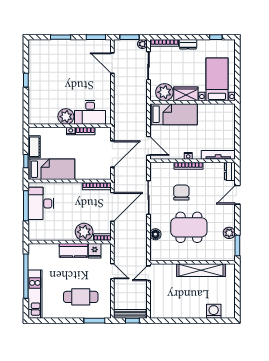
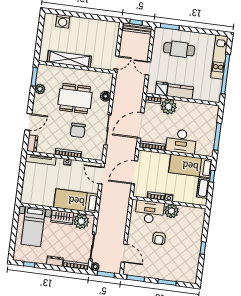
armchair: (76, 84) -> (159, 238), added
desk: (41, 203) -> (181, 141), moved, turned 90

